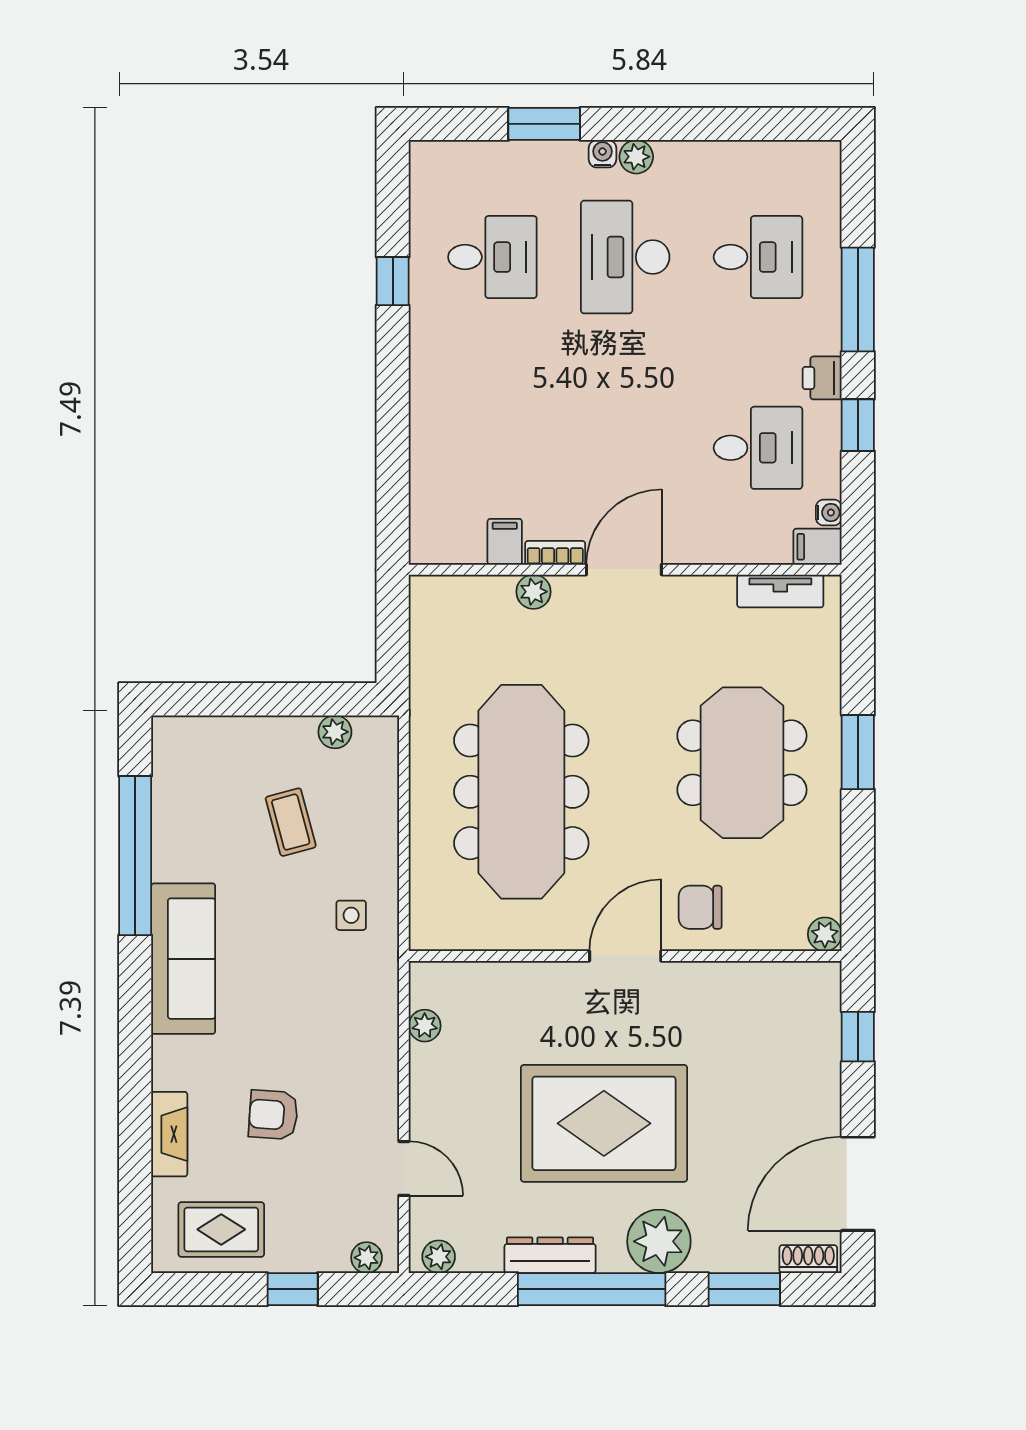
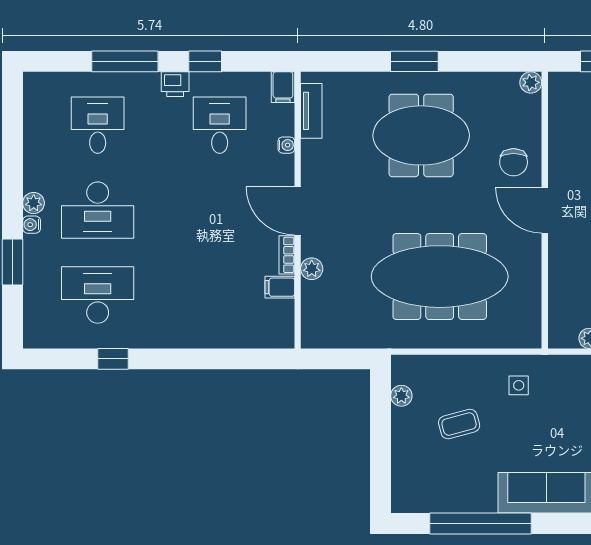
desk: (492, 257) -> (98, 295), width x1.37
water cooler: (829, 513) -> (286, 145), moved, turned 90

